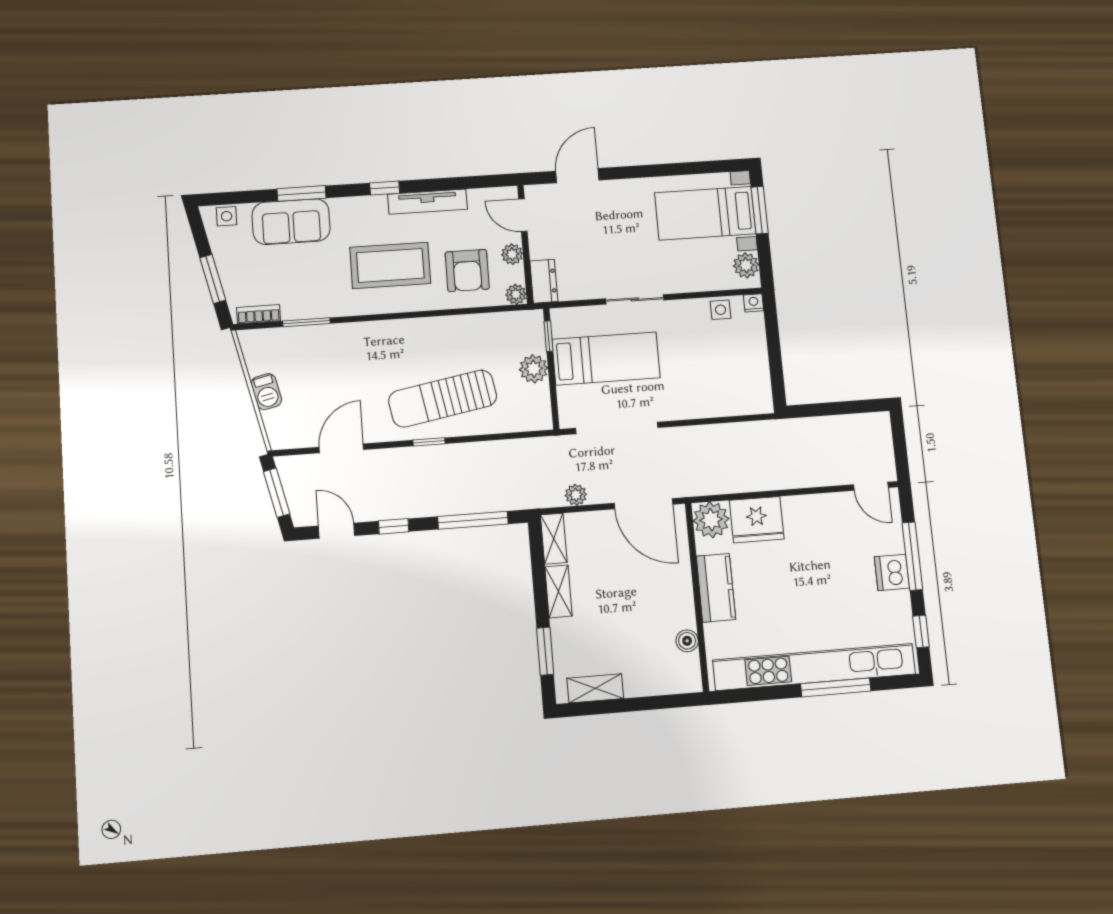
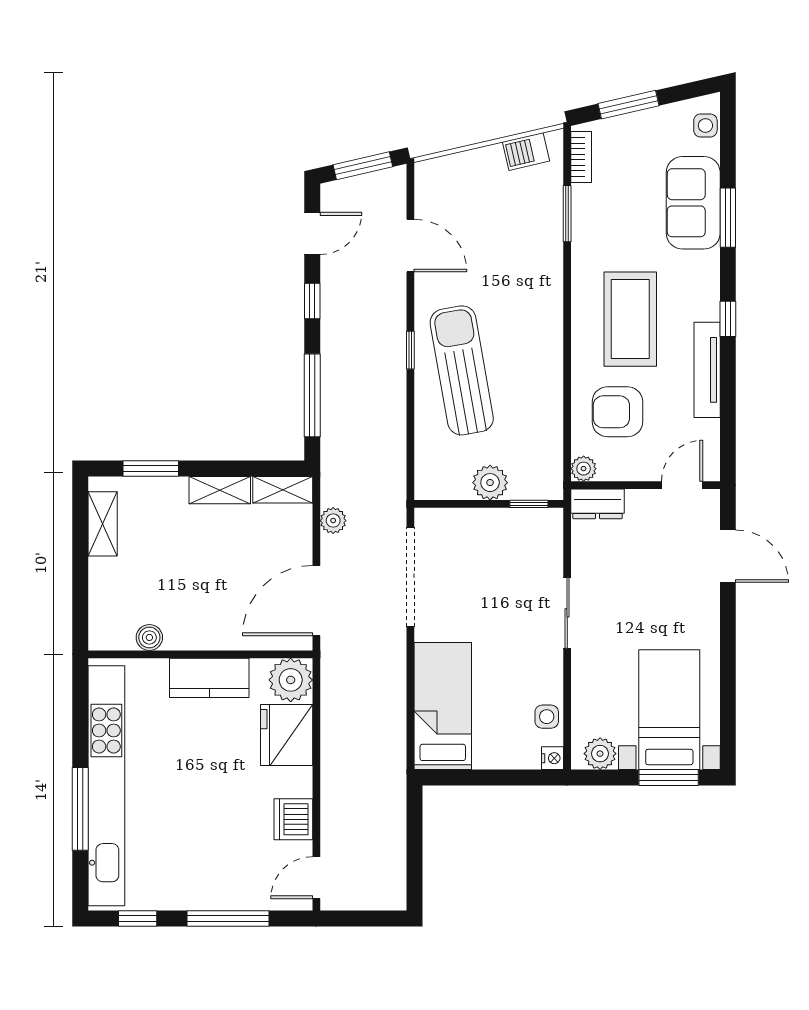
plant: (512, 254) -> (634, 468), removed
bed: (606, 359) -> (443, 706), moved, turned 180
barbecue: (266, 392) -> (526, 151), moved
dishwasher: (892, 572) -> (293, 819), moved, turned -90

